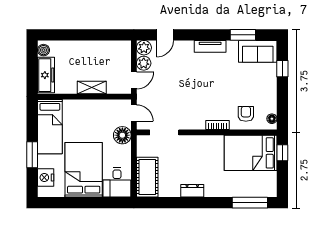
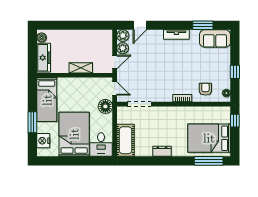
window: (282, 69) -> (235, 72), moved
bed: (251, 153) -> (209, 138), moved

